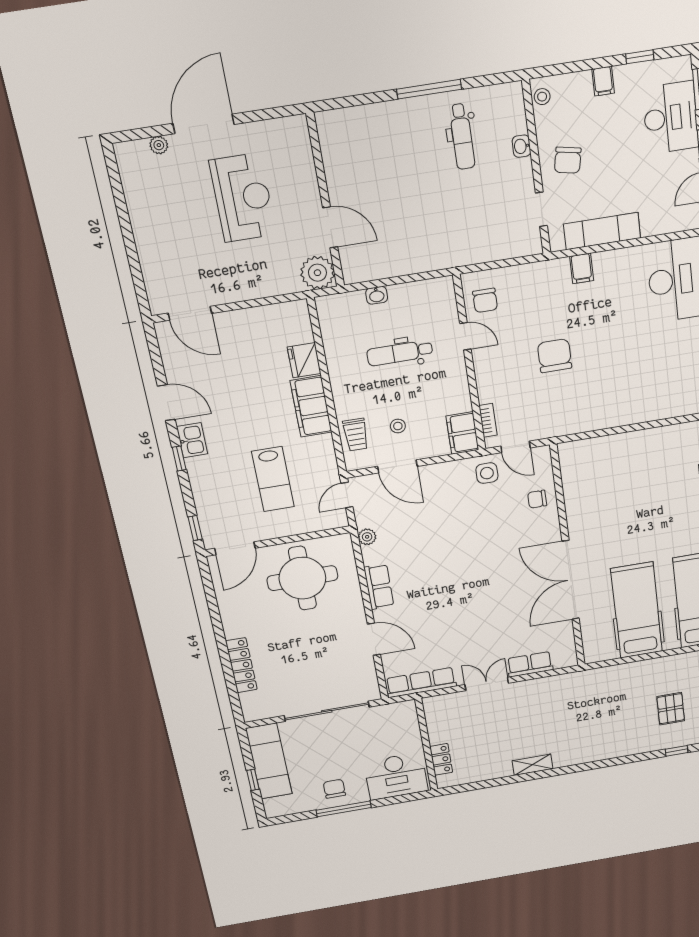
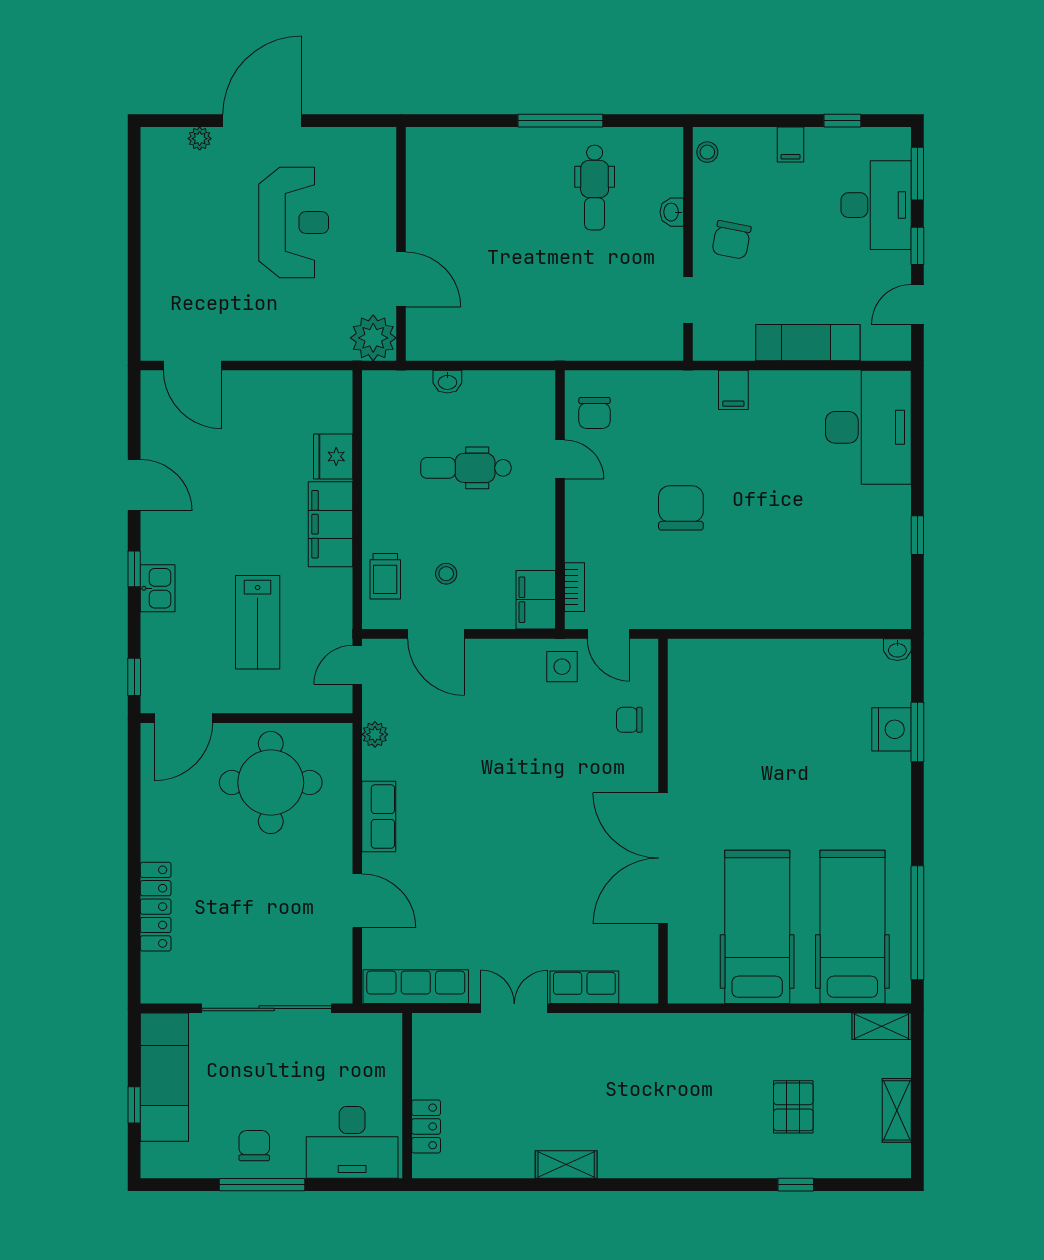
exam couch: (602, 231) -> (808, 343), moved
kitchen sink: (192, 440) -> (158, 588), moved

